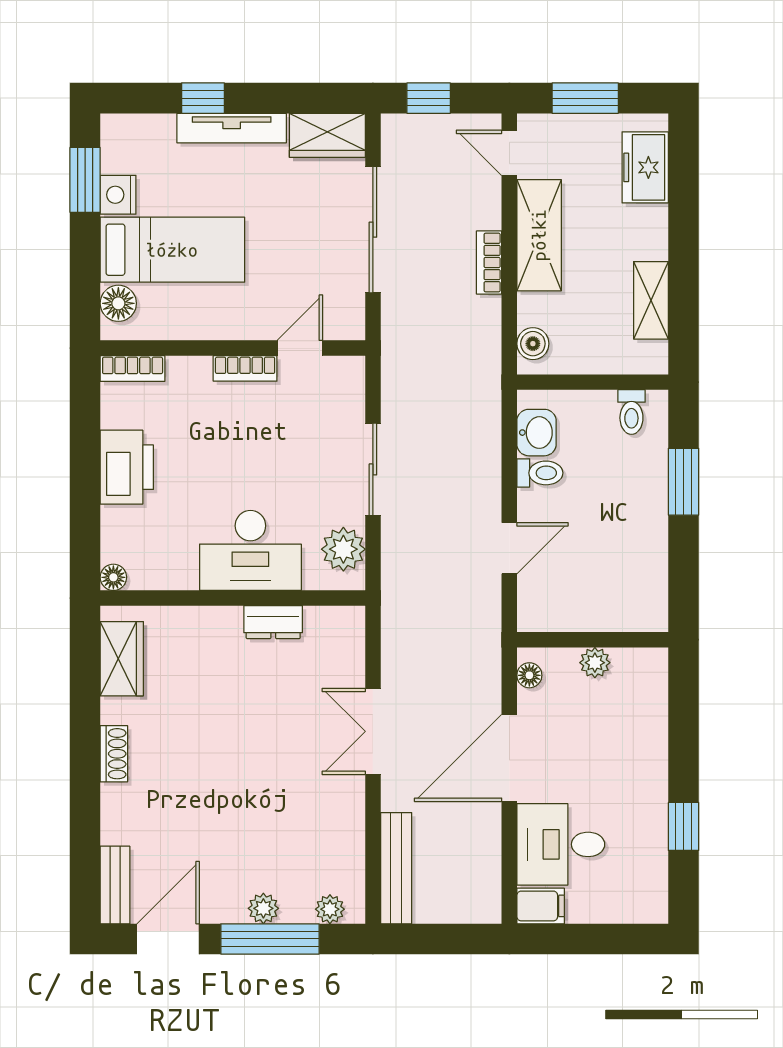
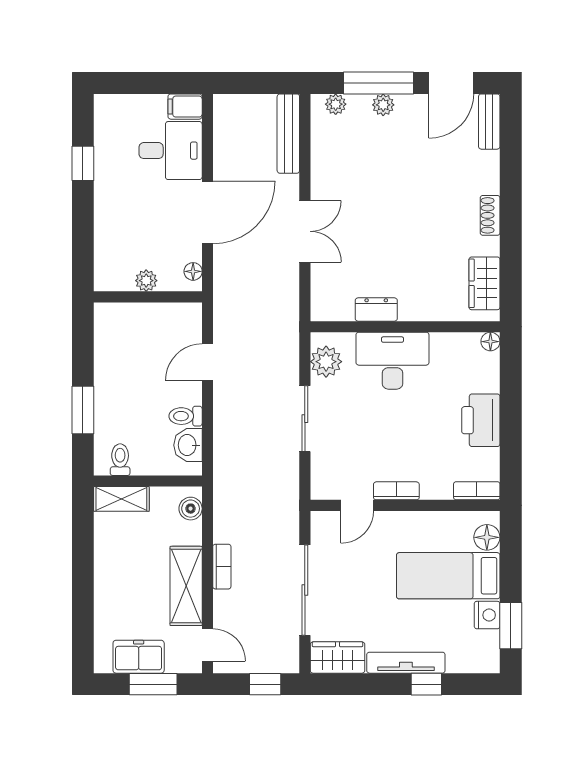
freezer: (645, 167) -> (139, 657), moved, turned -90
shelving: (651, 300) -> (121, 499), moved, turned 90

